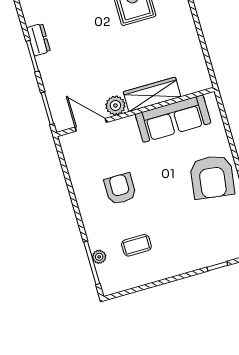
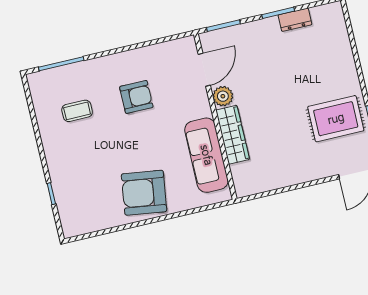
coffee table: (136, 245) -> (77, 111), turned 90
plant: (99, 257) -> (67, 72), removed

